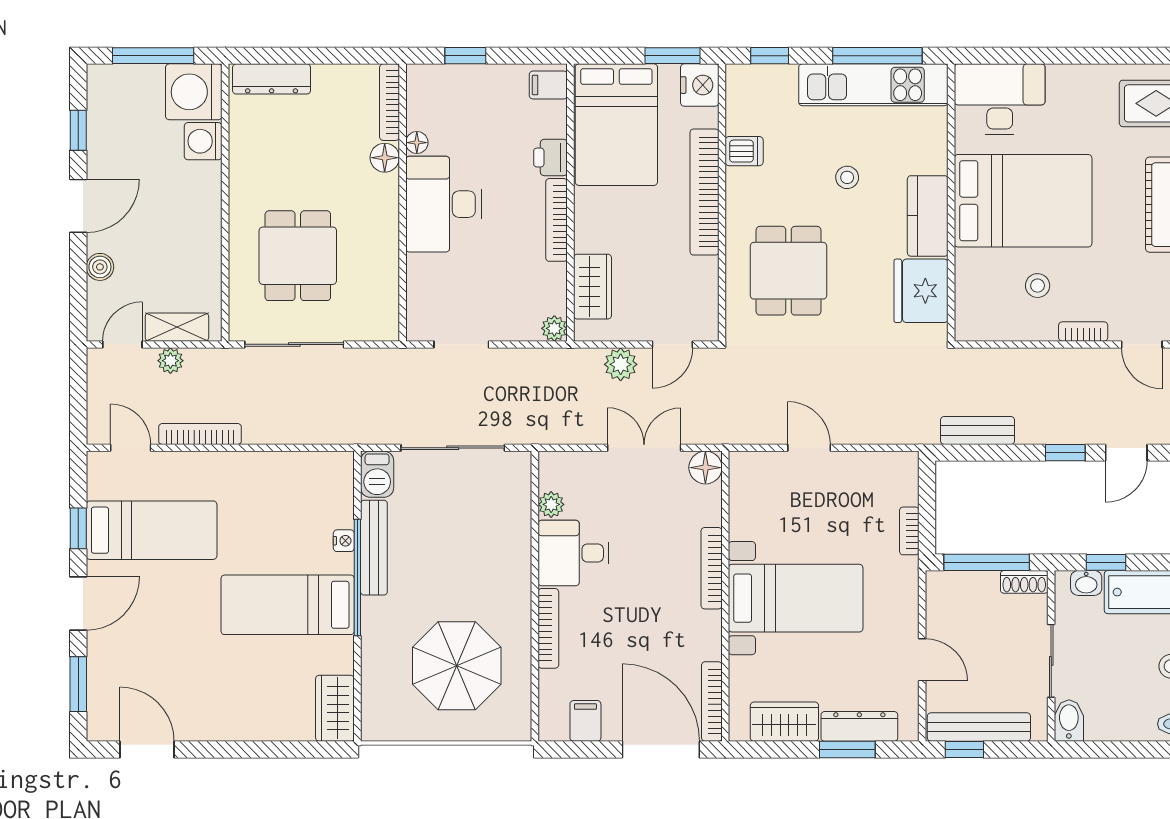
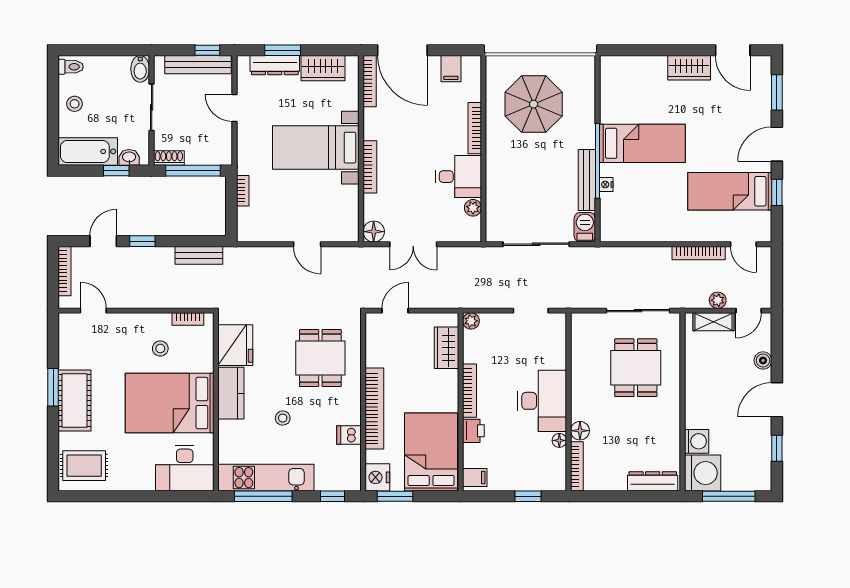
bookcase: (1083, 331) -> (188, 319), moved
plant: (621, 364) -> (428, 298), removed
wardrobe: (335, 708) -> (689, 68), moved, turned 90

